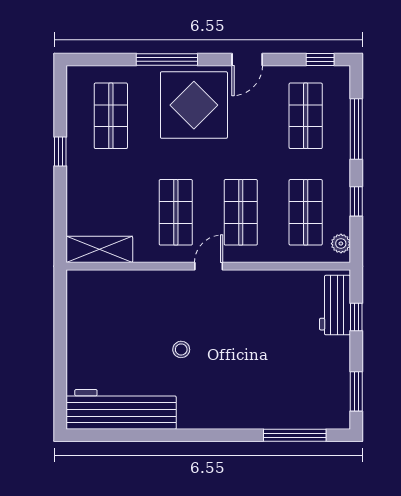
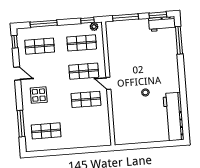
window: (167, 60) -> (21, 124), moved
display table: (194, 105) -> (39, 95), width x0.54, depth x0.54
window: (60, 151) -> (63, 152), removed
window: (356, 201) -> (87, 20), moved
shelving: (99, 249) -> (105, 131), removed
workbench: (335, 305) -> (162, 24), moved
window: (356, 317) -> (125, 17), width x2.17

